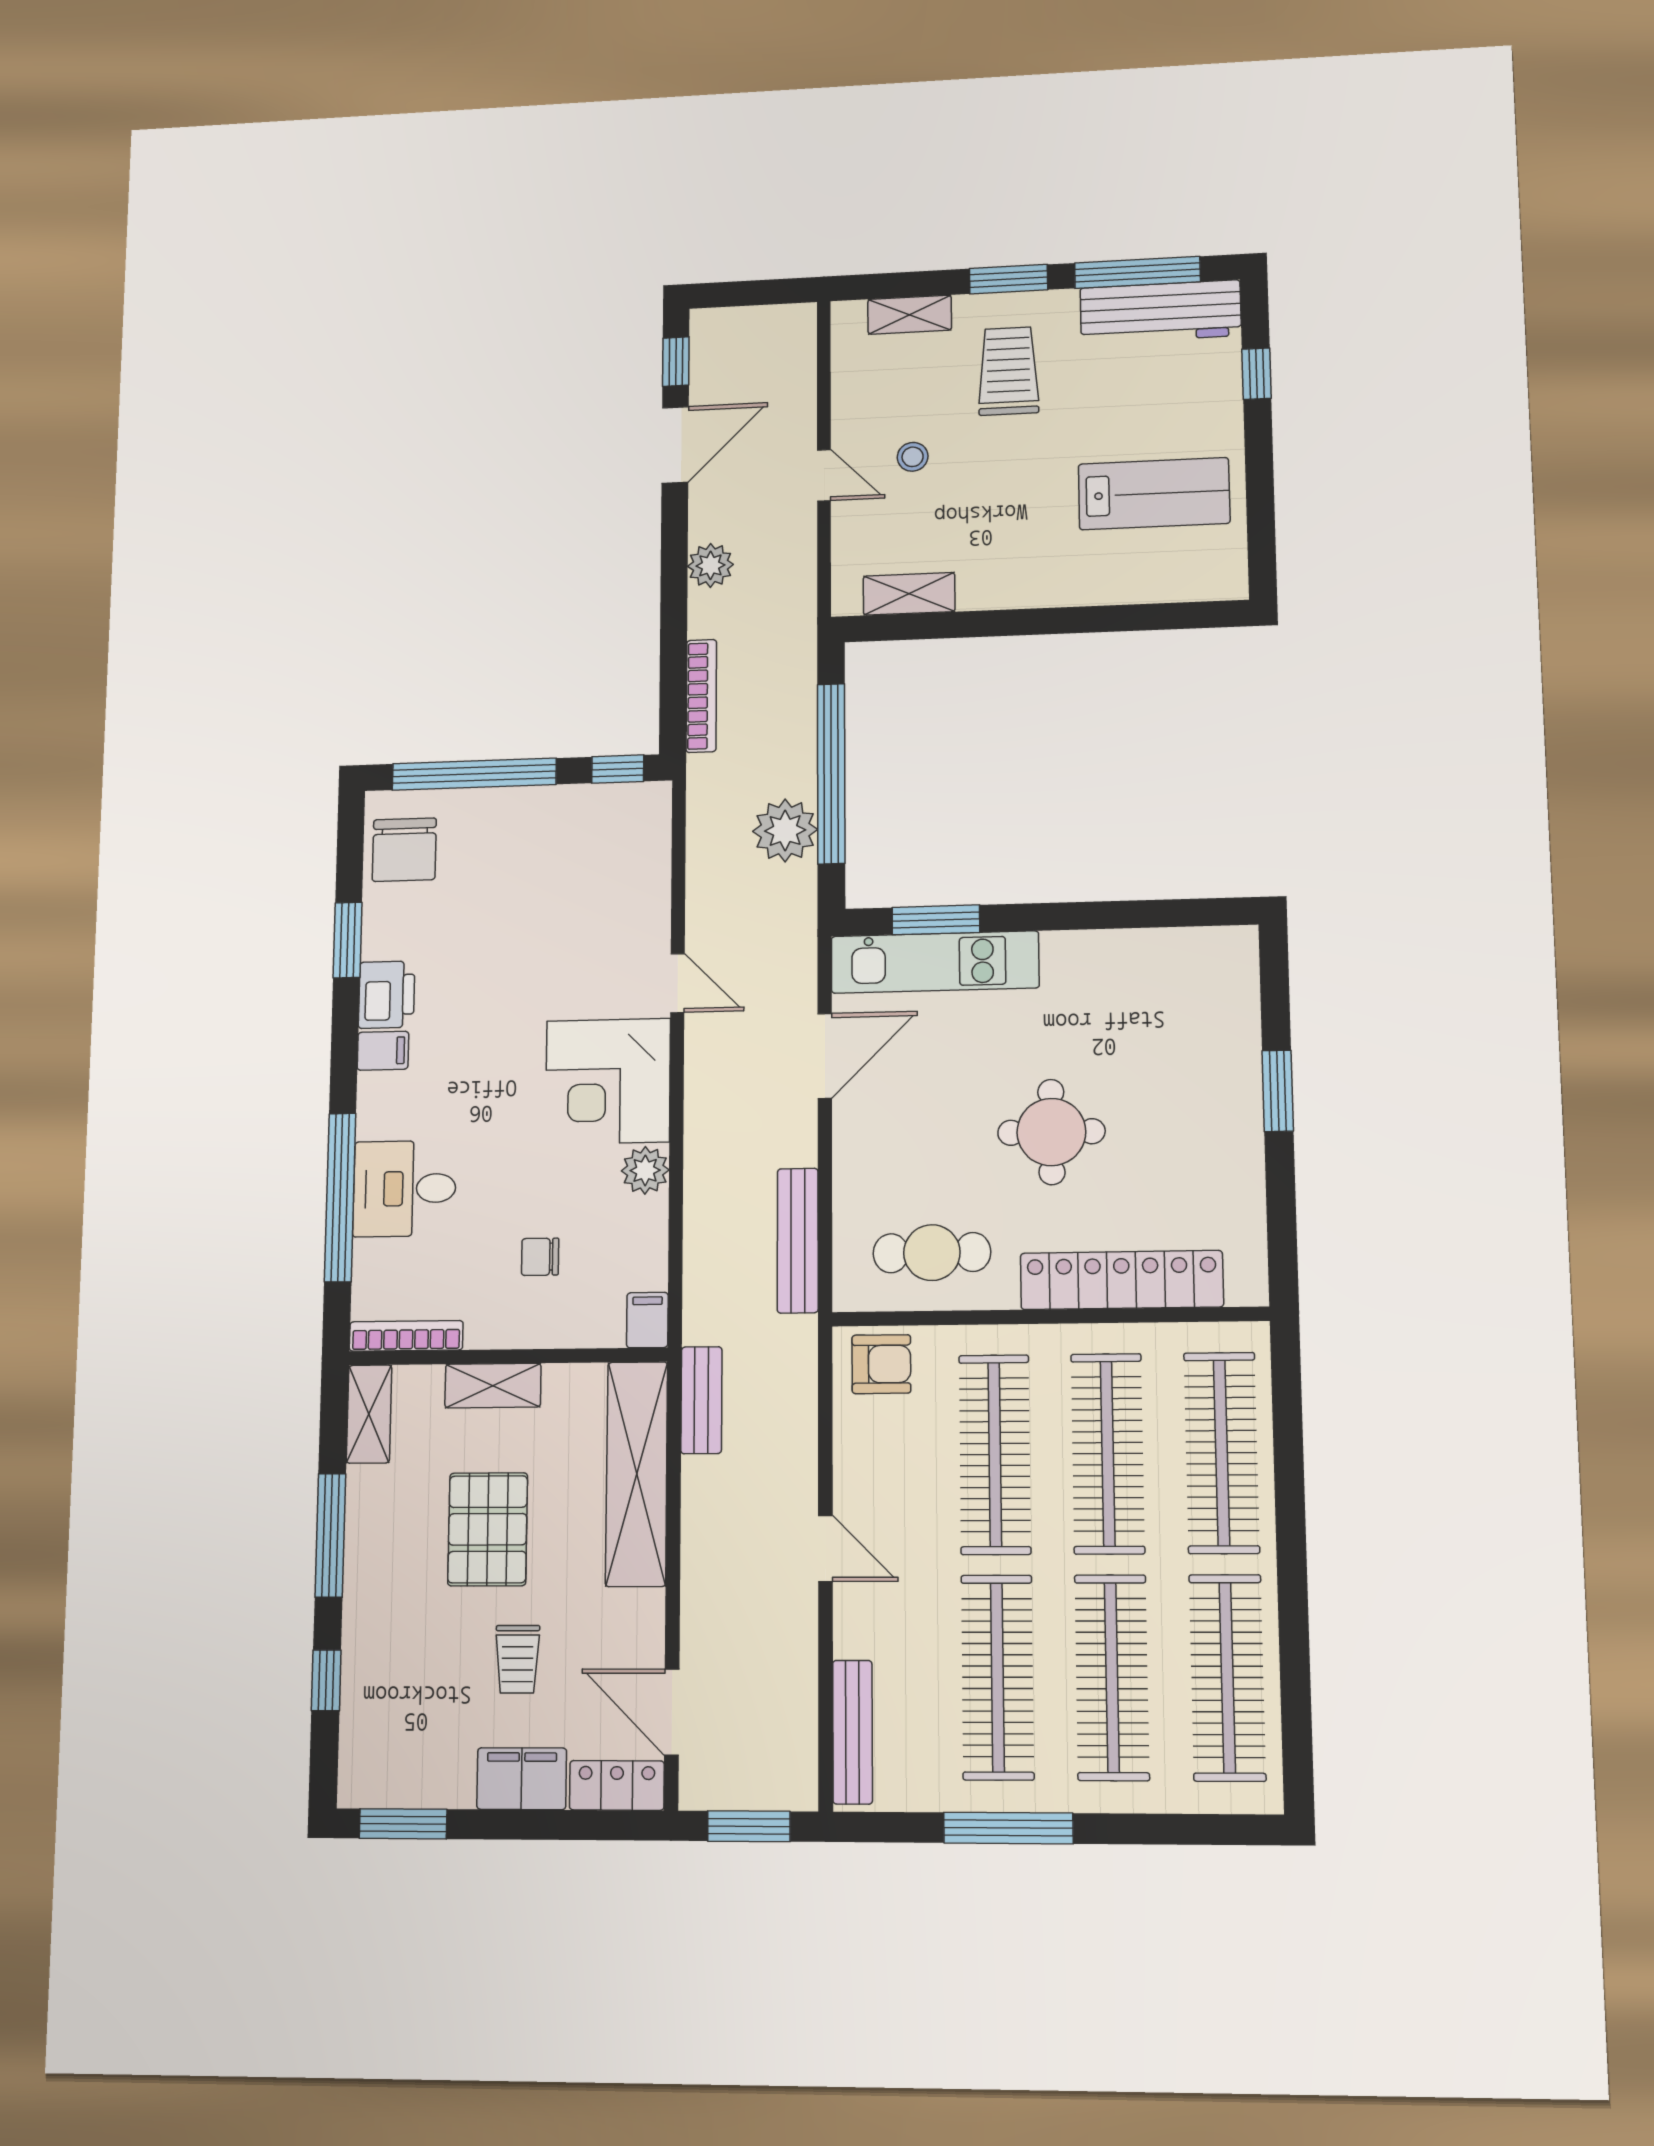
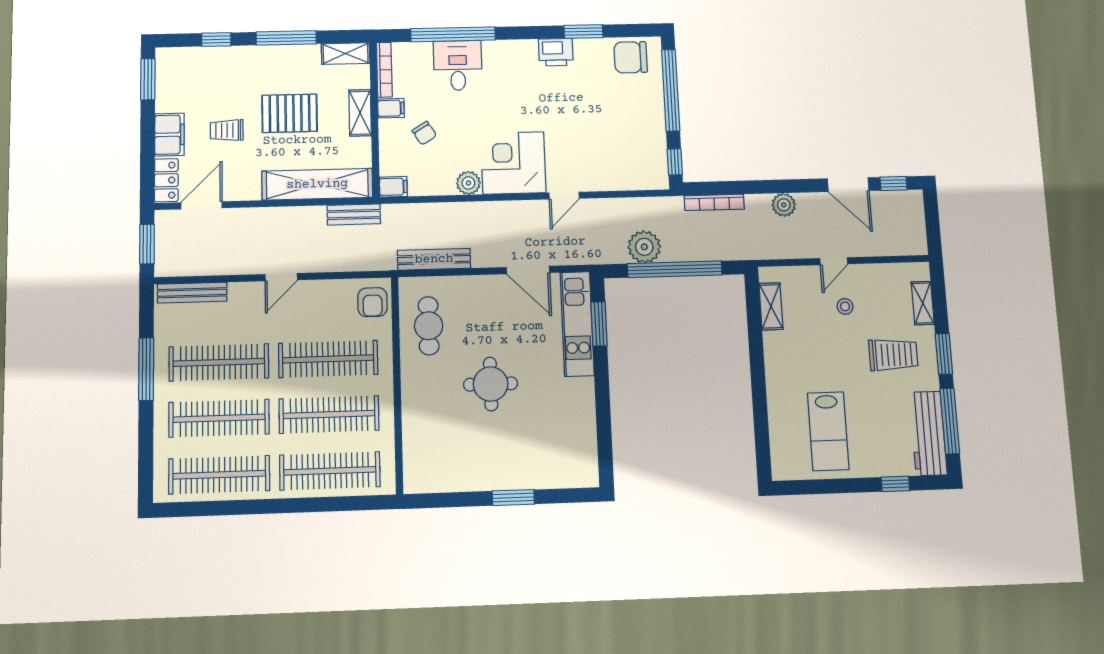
filing cabinet: (383, 1051) -> (391, 108), moved, turned -90
chair: (540, 1257) -> (424, 133), turned 148
locker: (1122, 1280) -> (416, 420), removed

